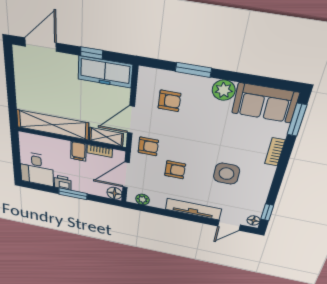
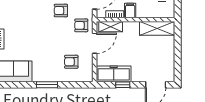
window: (193, 70) -> (47, 85), moved
plant: (224, 90) -> (40, 75), removed
shelving: (53, 125) -> (157, 28), width x0.68
side table: (226, 174) -> (26, 15), removed

